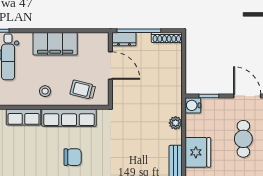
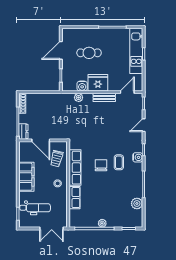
door: (110, 66) -> (41, 140), swing flipped
water cooler: (193, 105) -> (82, 86), moved

